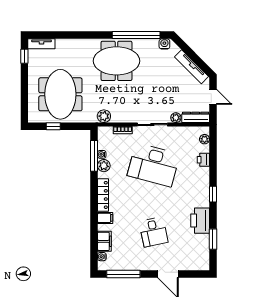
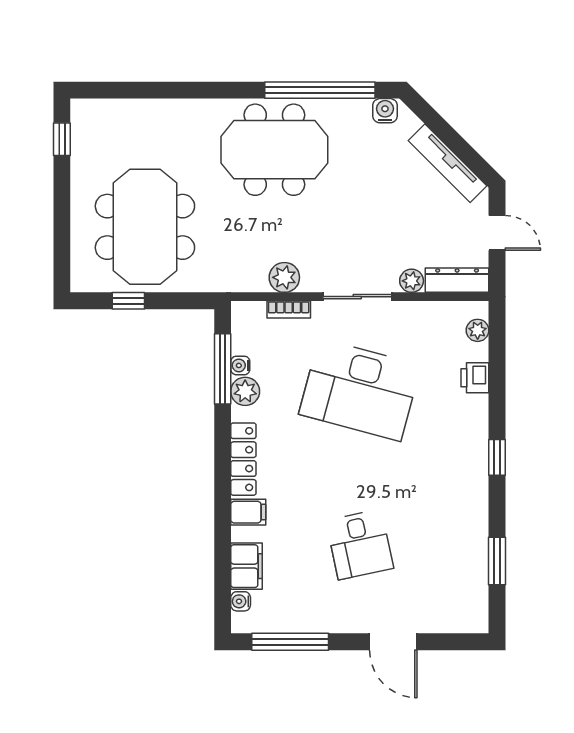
tv unit: (41, 44) -> (101, 110), removed
plant: (104, 116) -> (284, 277), moved
printer: (200, 221) -> (467, 518), removed

